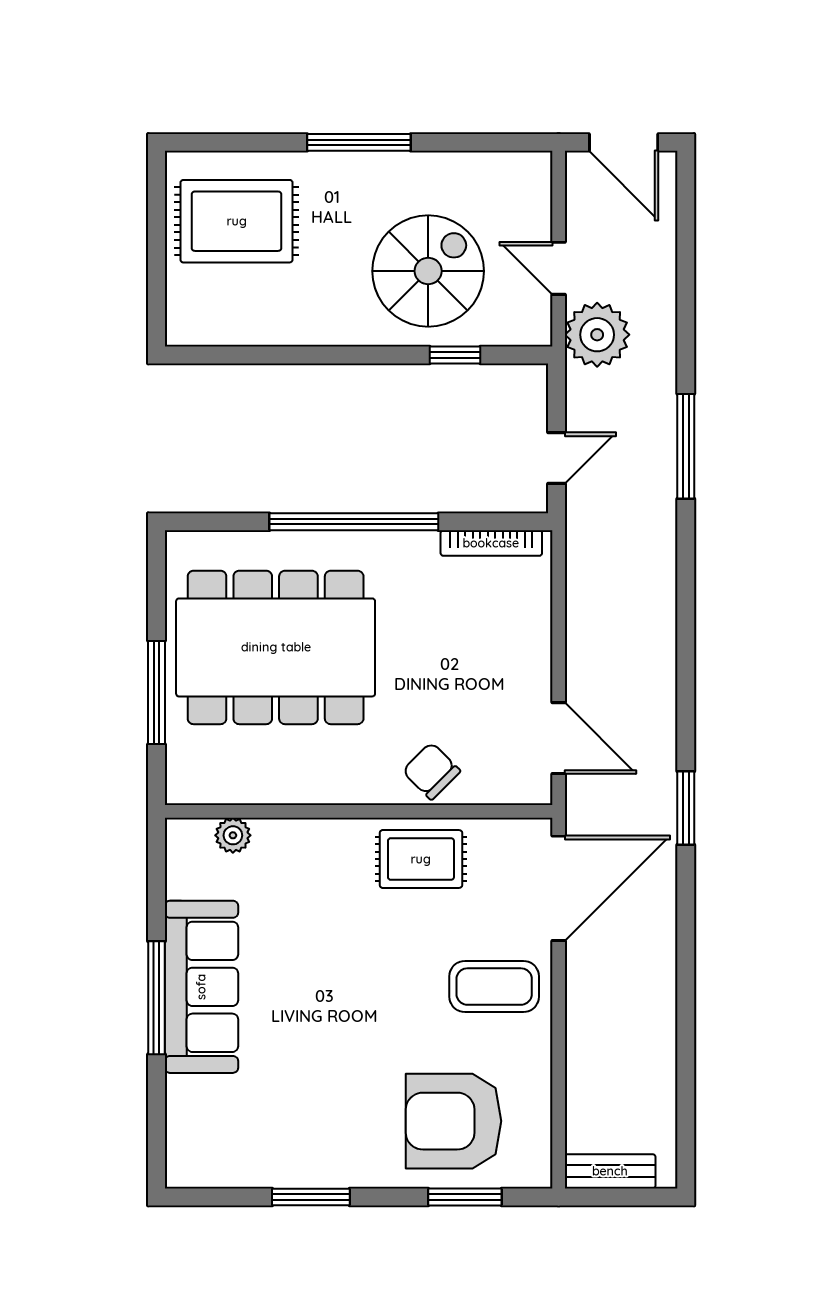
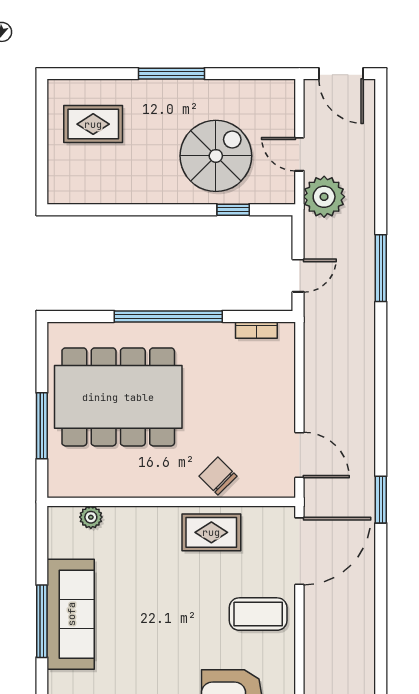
rug: (237, 221) -> (93, 124), width x0.73, depth x0.70
bookcase: (491, 543) -> (256, 330), width x0.64

